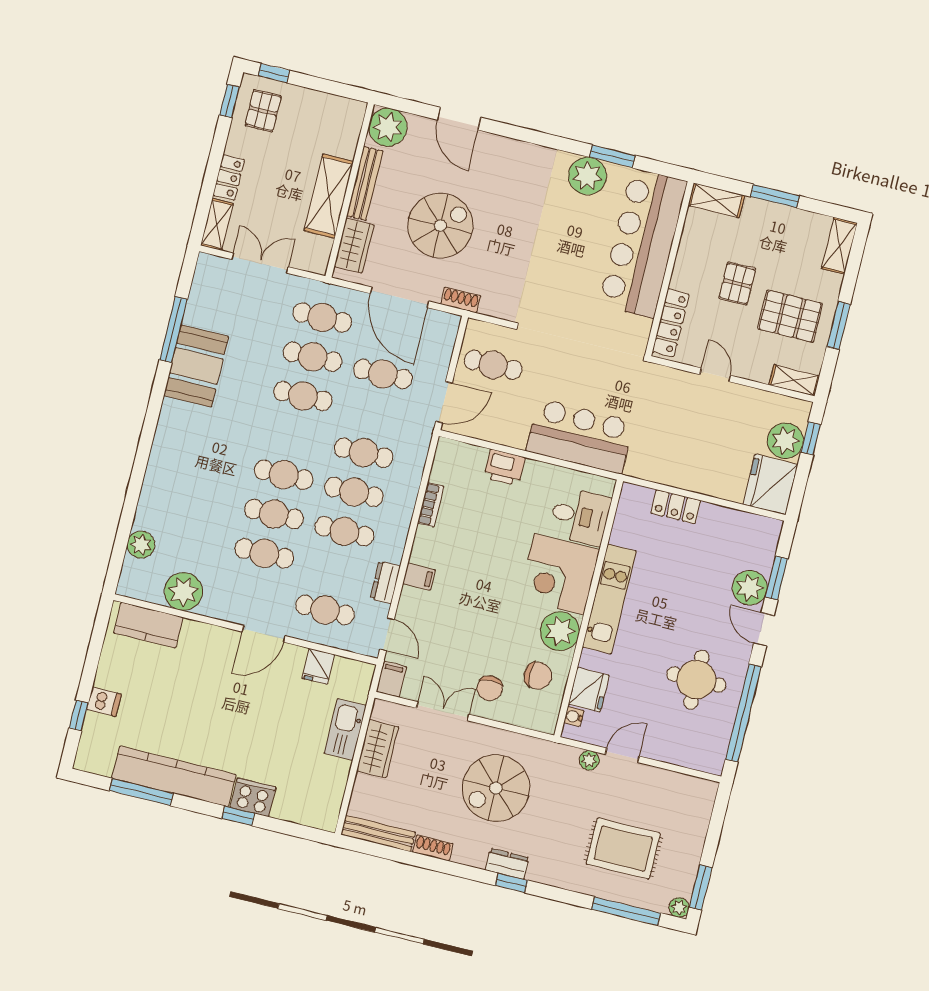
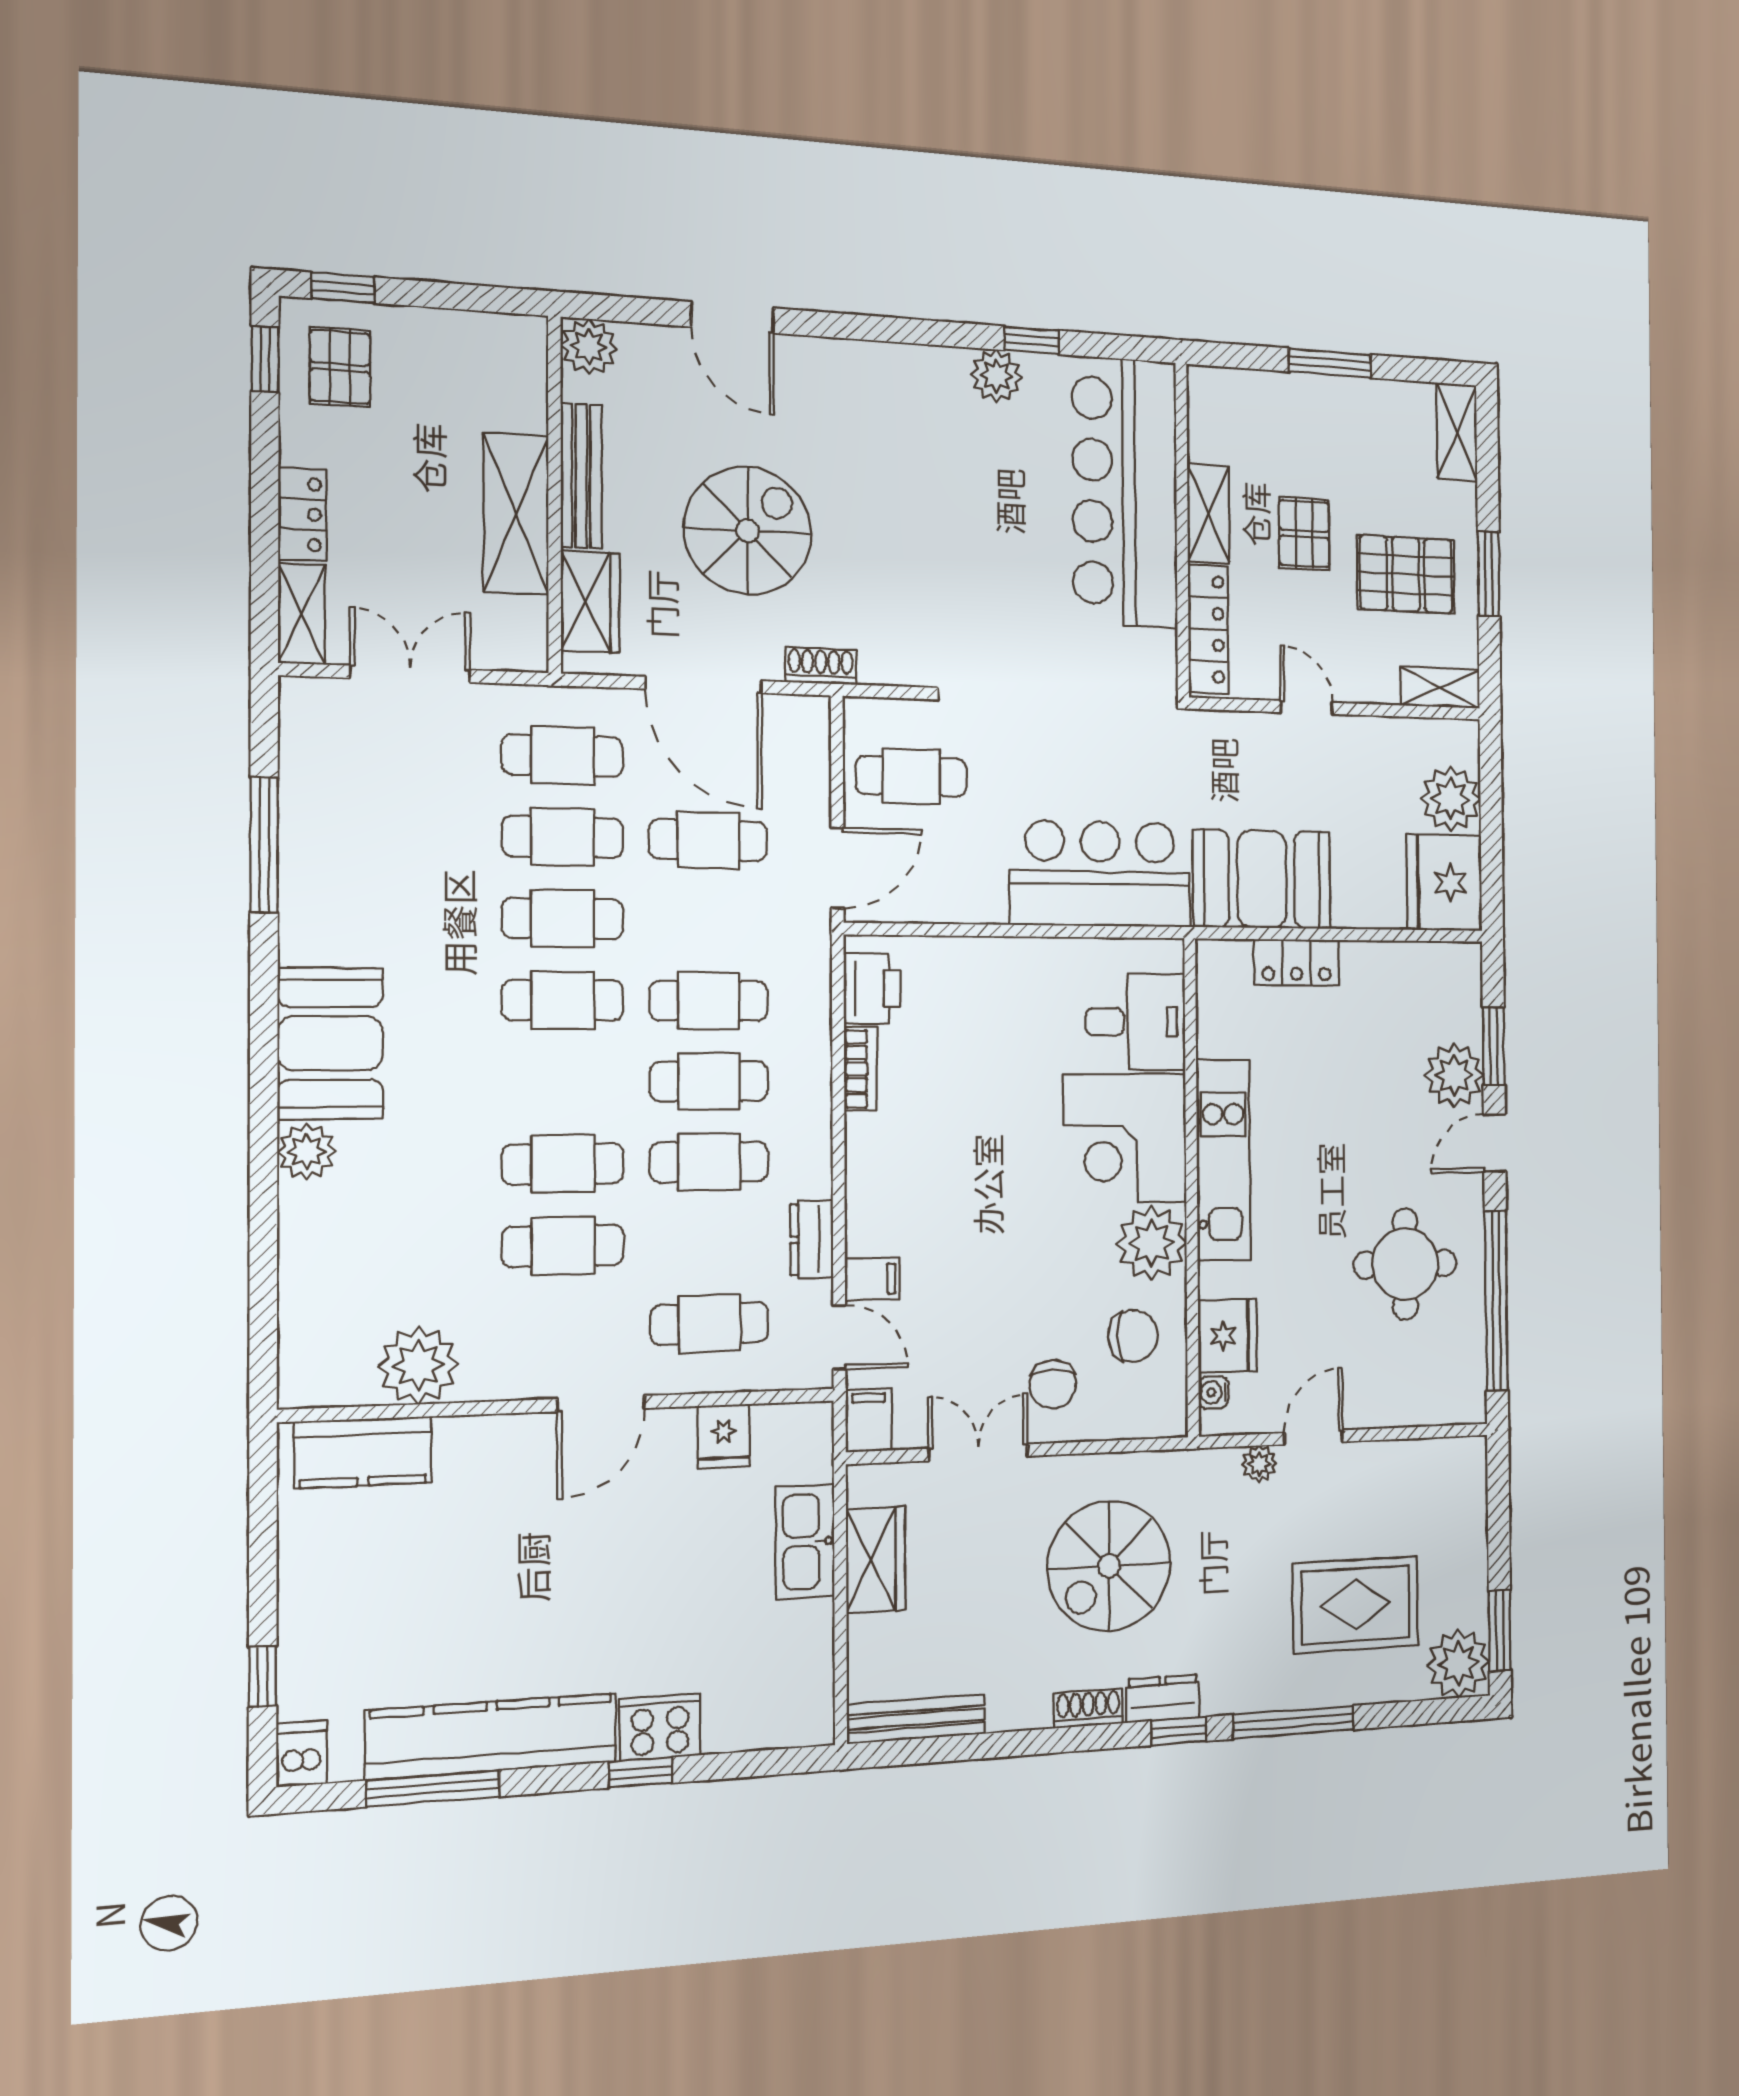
plant: (388, 127) -> (589, 347), width x0.73, depth x0.73
window: (612, 156) -> (1032, 340), width x0.67
plant: (587, 176) -> (996, 376), width x0.73, depth x0.73
shelving: (716, 200) -> (1208, 513), moved, turned 90
booth: (196, 366) -> (330, 1043), moved
window: (811, 438) -> (1491, 785), removed
booth: (667, 459) -> (1262, 879), added
printer: (505, 467) -> (872, 988), moved, turned -90
cafe table: (284, 475) -> (563, 1000), moved
plant: (141, 545) -> (307, 1152), moved
filing cabinet: (419, 577) -> (872, 1279), moved
door: (764, 629) -> (1495, 1143), hinge flipped
dishwasher: (104, 702) -> (302, 1754), moved, turned -90
shoe rack: (433, 848) -> (1088, 1708), moved
plant: (679, 908) -> (1458, 1664), width x1.88, depth x1.88
window: (626, 911) -> (1293, 1722), moved

